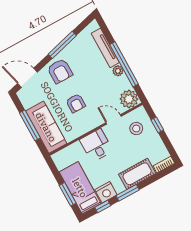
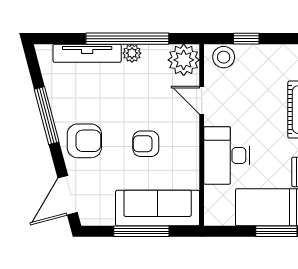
armchair: (76, 103) -> (146, 144), turned 180
door: (114, 119) -> (202, 100), hinge flipped
stool: (136, 128) -> (224, 57), moved
desk: (96, 145) -> (227, 155), width x1.37

